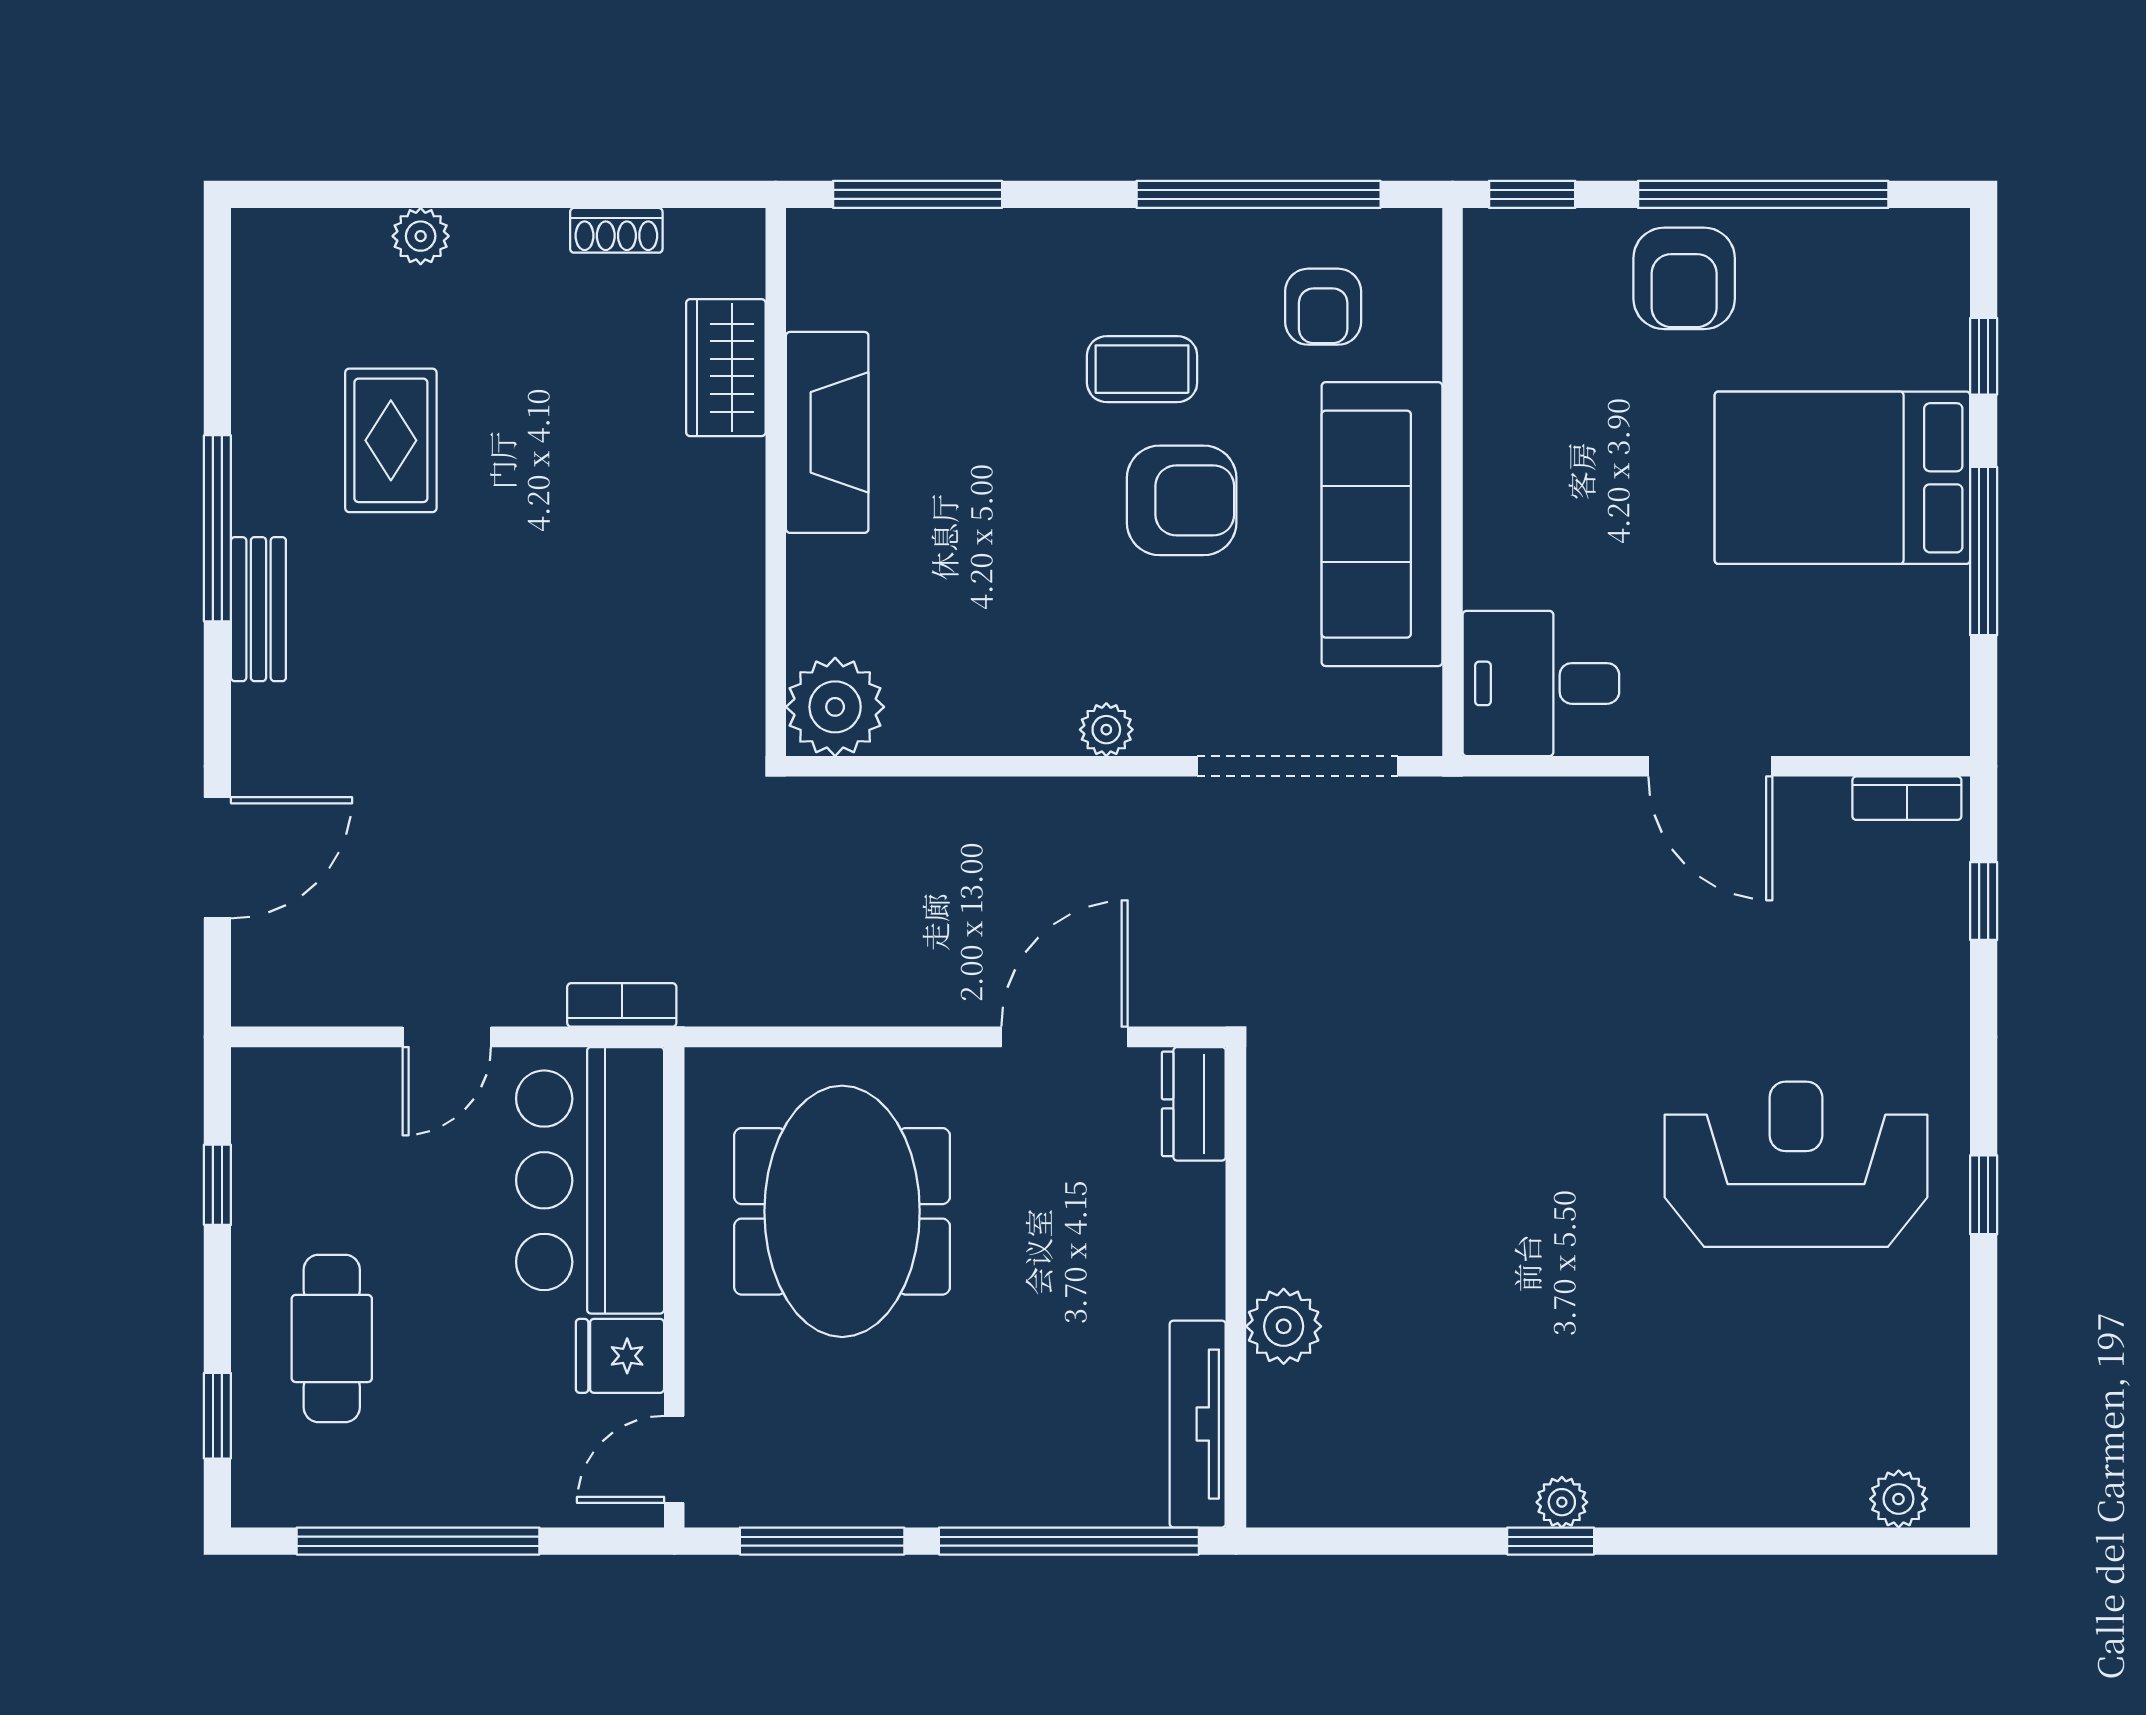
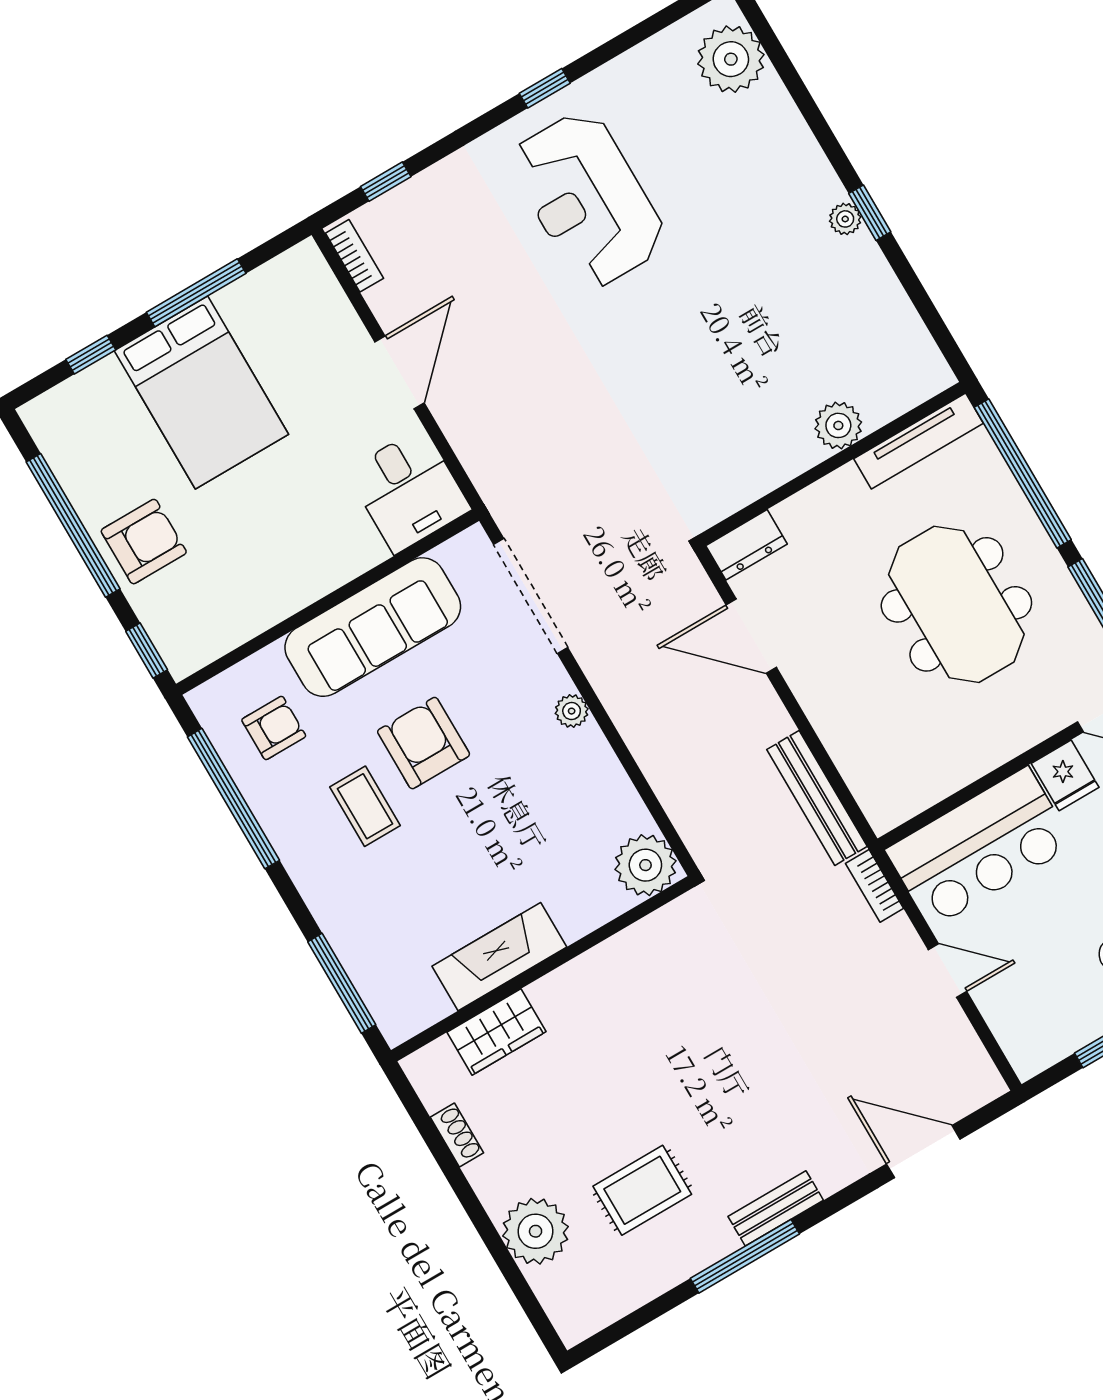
plant: (421, 236) -> (536, 1231), width x1.87, depth x1.87
bench: (789, 997) -> (817, 798), added
meeting table: (842, 1211) -> (956, 604), moved, turned 90
plant: (1899, 1499) -> (731, 59), width x1.88, depth x1.88

